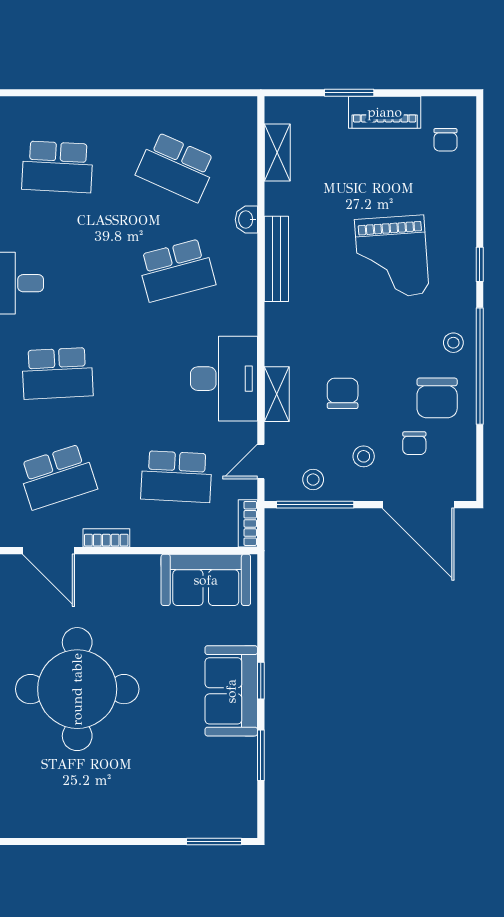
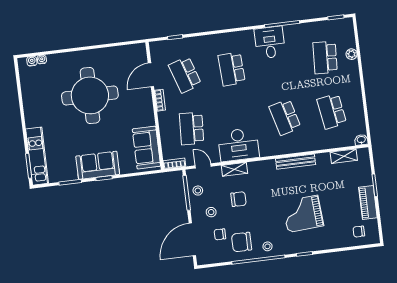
plant: (57, 108) -> (352, 54), added
school desk: (176, 167) -> (332, 111), turned -33
washbasin: (246, 220) -> (361, 140), moved
kitchen unit: (195, 820) -> (37, 156), added

